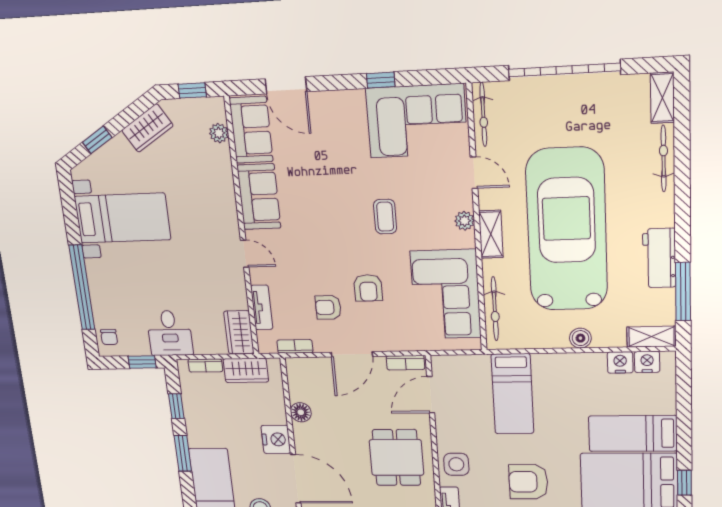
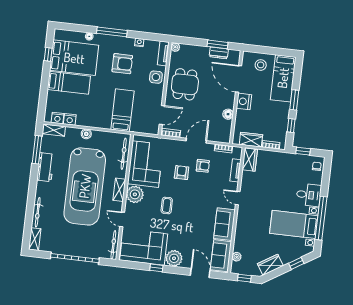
plant: (347, 107) -> (174, 258), added
plant: (464, 221) -> (135, 194), width x1.87, depth x1.87
window: (82, 288) -> (321, 218), moved
desk: (170, 333) -> (309, 195), moved, turned 90

